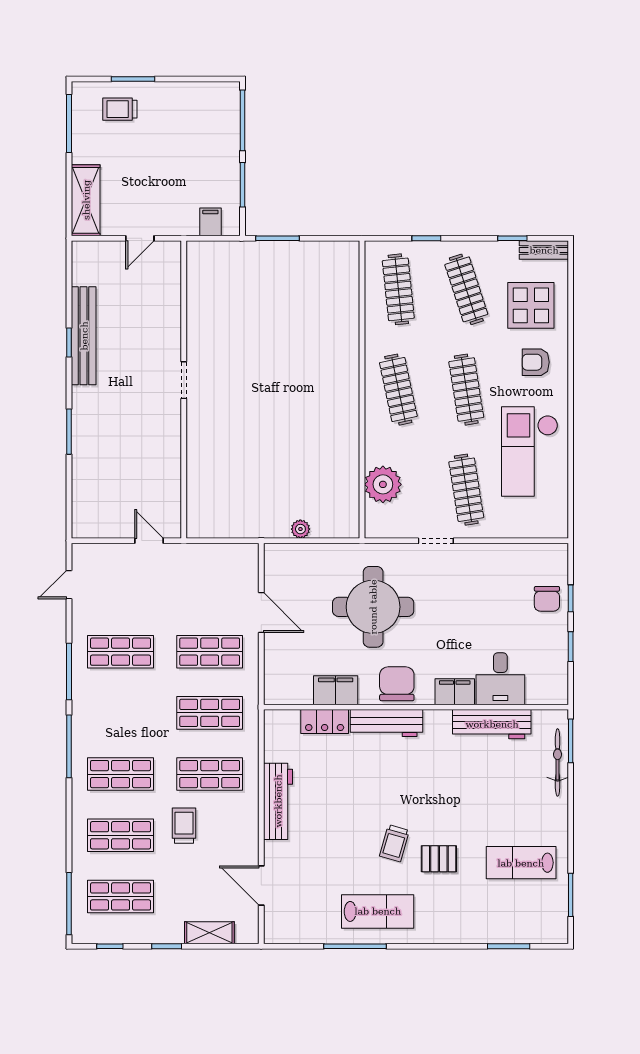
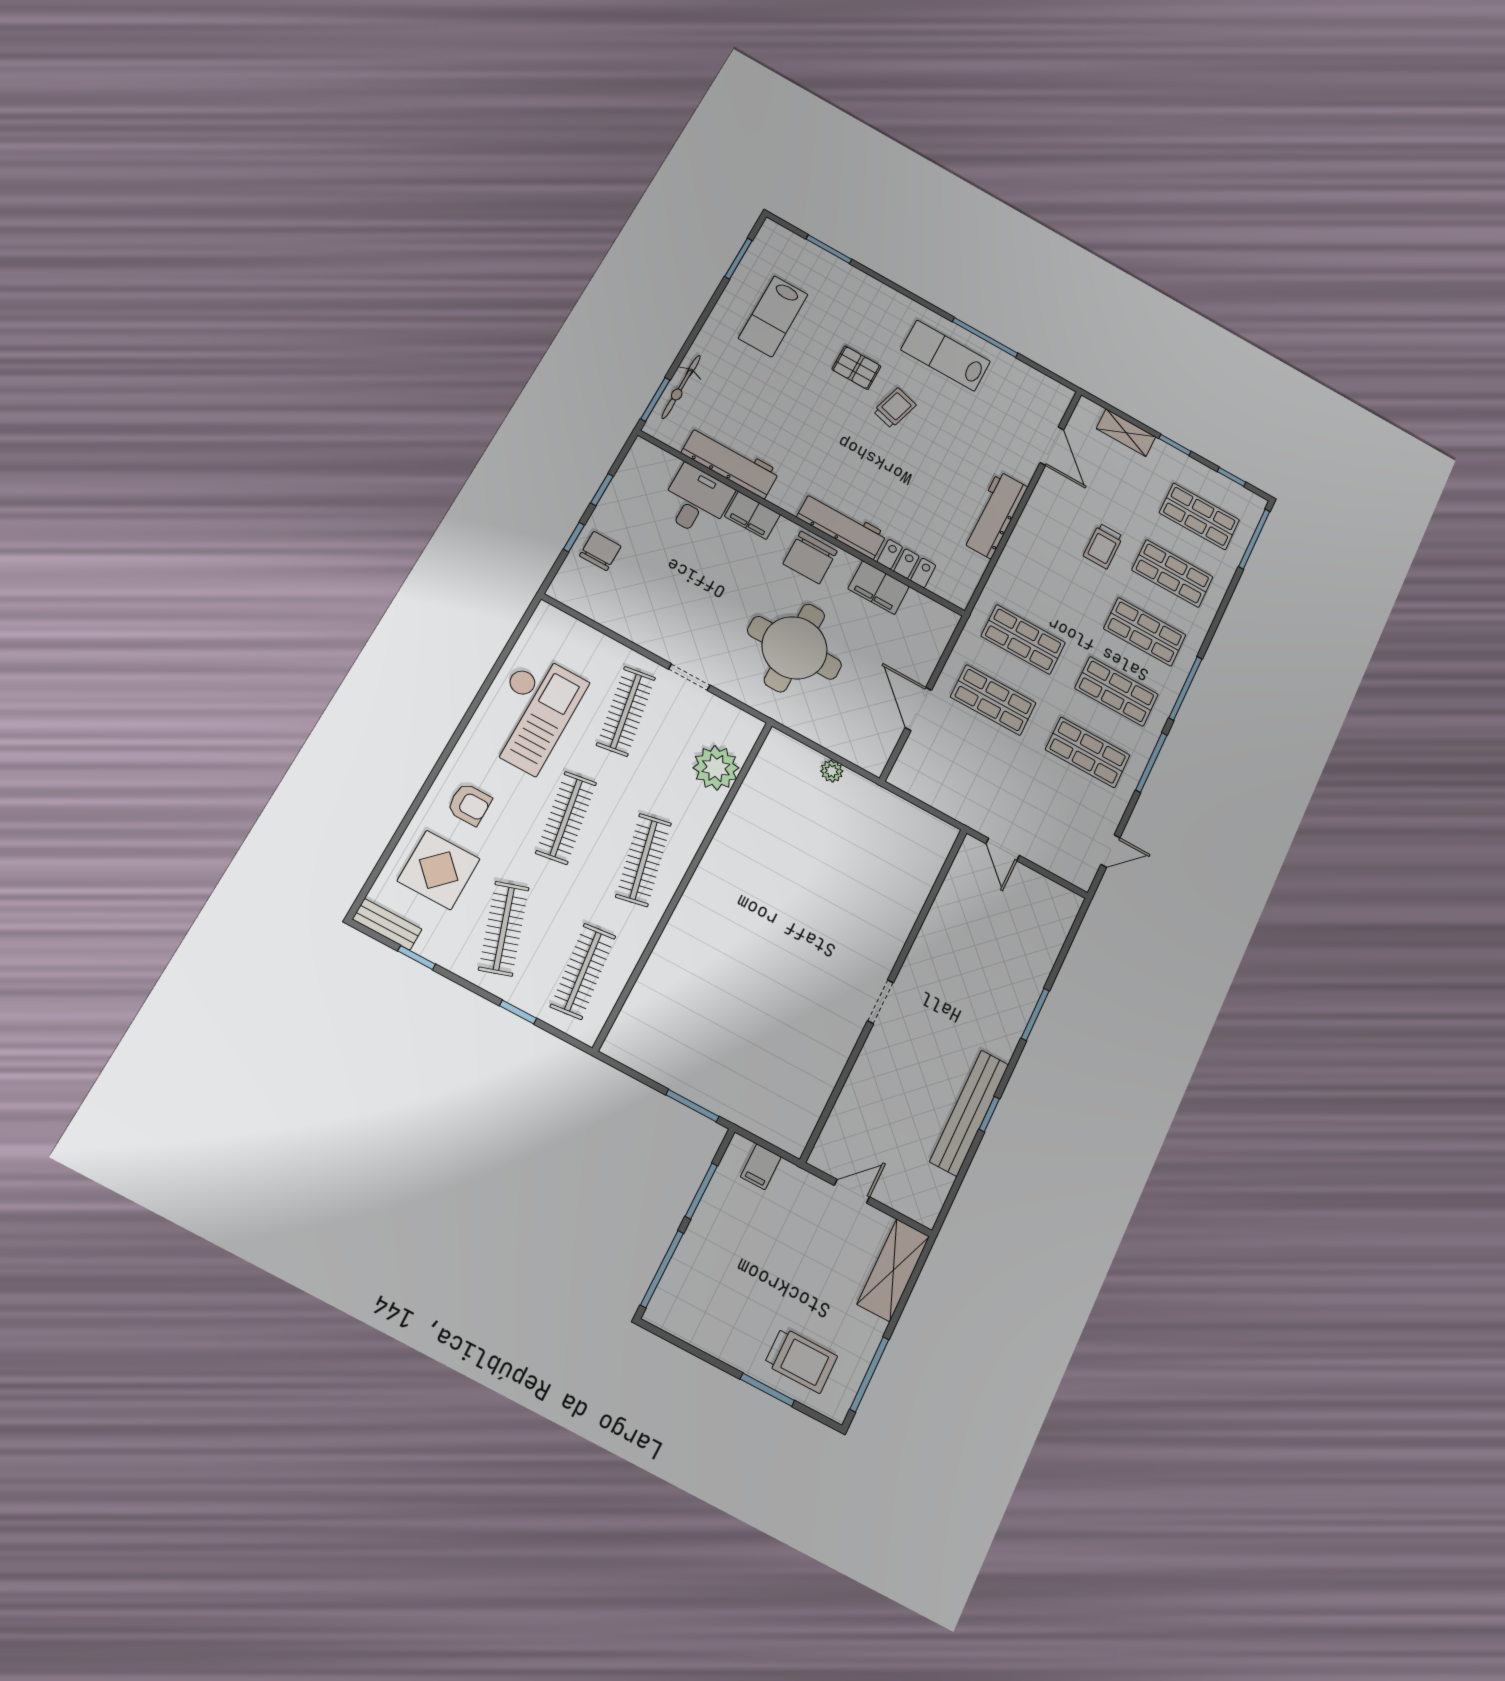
trolley: (120, 109) -> (801, 1360), width x1.36, depth x1.39
shop shelf: (210, 774) -> (1117, 691), moved
lab bench: (521, 863) -> (773, 316), turned 90

